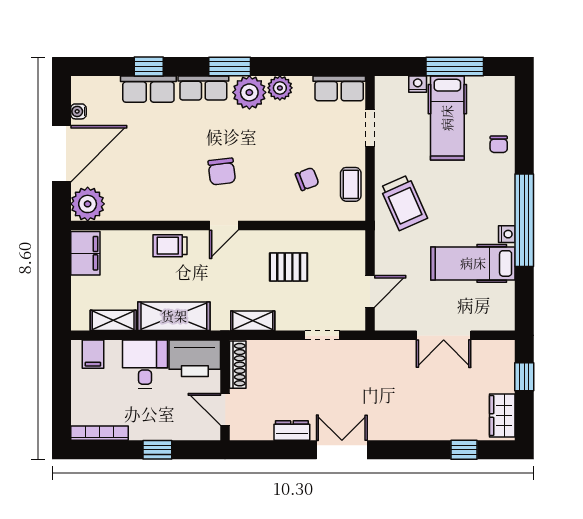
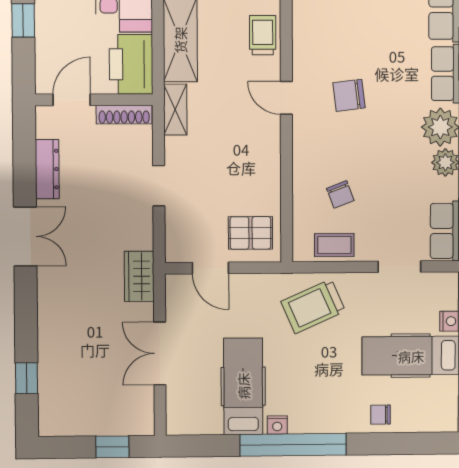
pallet: (289, 267) -> (250, 233), moved, turned 90
shelving: (253, 321) -> (175, 110), moved
doorway: (322, 335) -> (159, 186), moved
wardrobe: (502, 415) -> (139, 276), moved, turned -90
dresser: (292, 431) -> (47, 169), width x1.44

